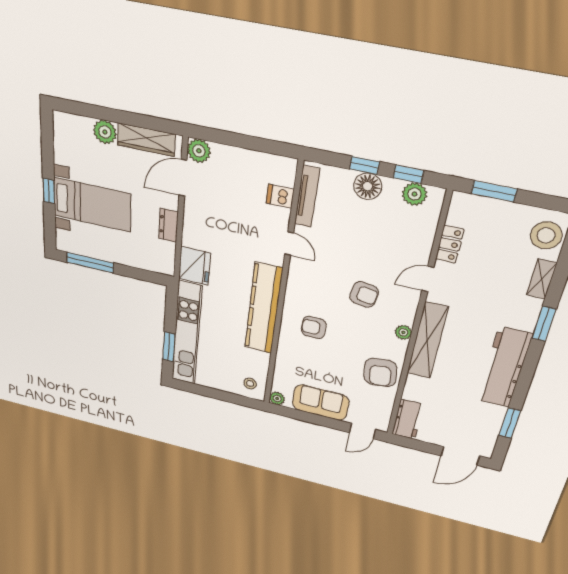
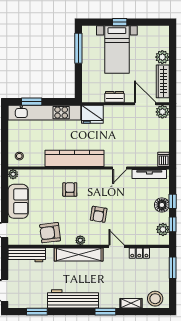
dishwasher: (280, 196) -> (164, 159), moved
workbench: (408, 419) -> (27, 255), width x1.38

